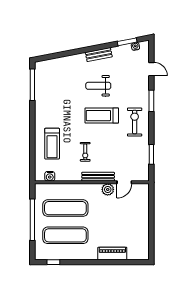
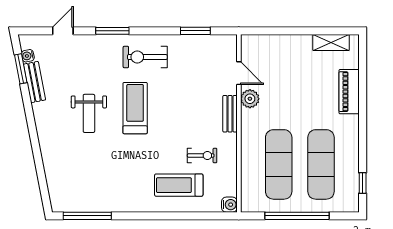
bench: (99, 55) -> (35, 82), moved
treadmill: (102, 116) -> (135, 108), turned 180
treadmill: (52, 144) -> (179, 185), turned 180
exercise bike: (85, 152) -> (202, 156), moved
water cooler: (50, 176) -> (229, 205), moved
bench: (98, 177) -> (230, 114), width x0.73
shelving: (144, 242) -> (331, 43), added

